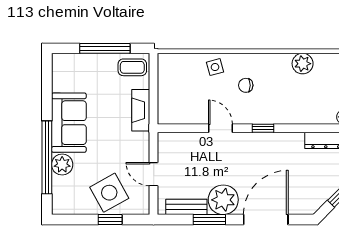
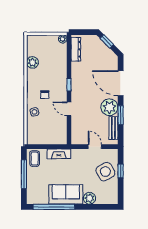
door: (220, 128) -> (69, 109), hinge flipped
window: (47, 157) -> (54, 207), moved
door: (154, 174) -> (95, 147), swing flipped

